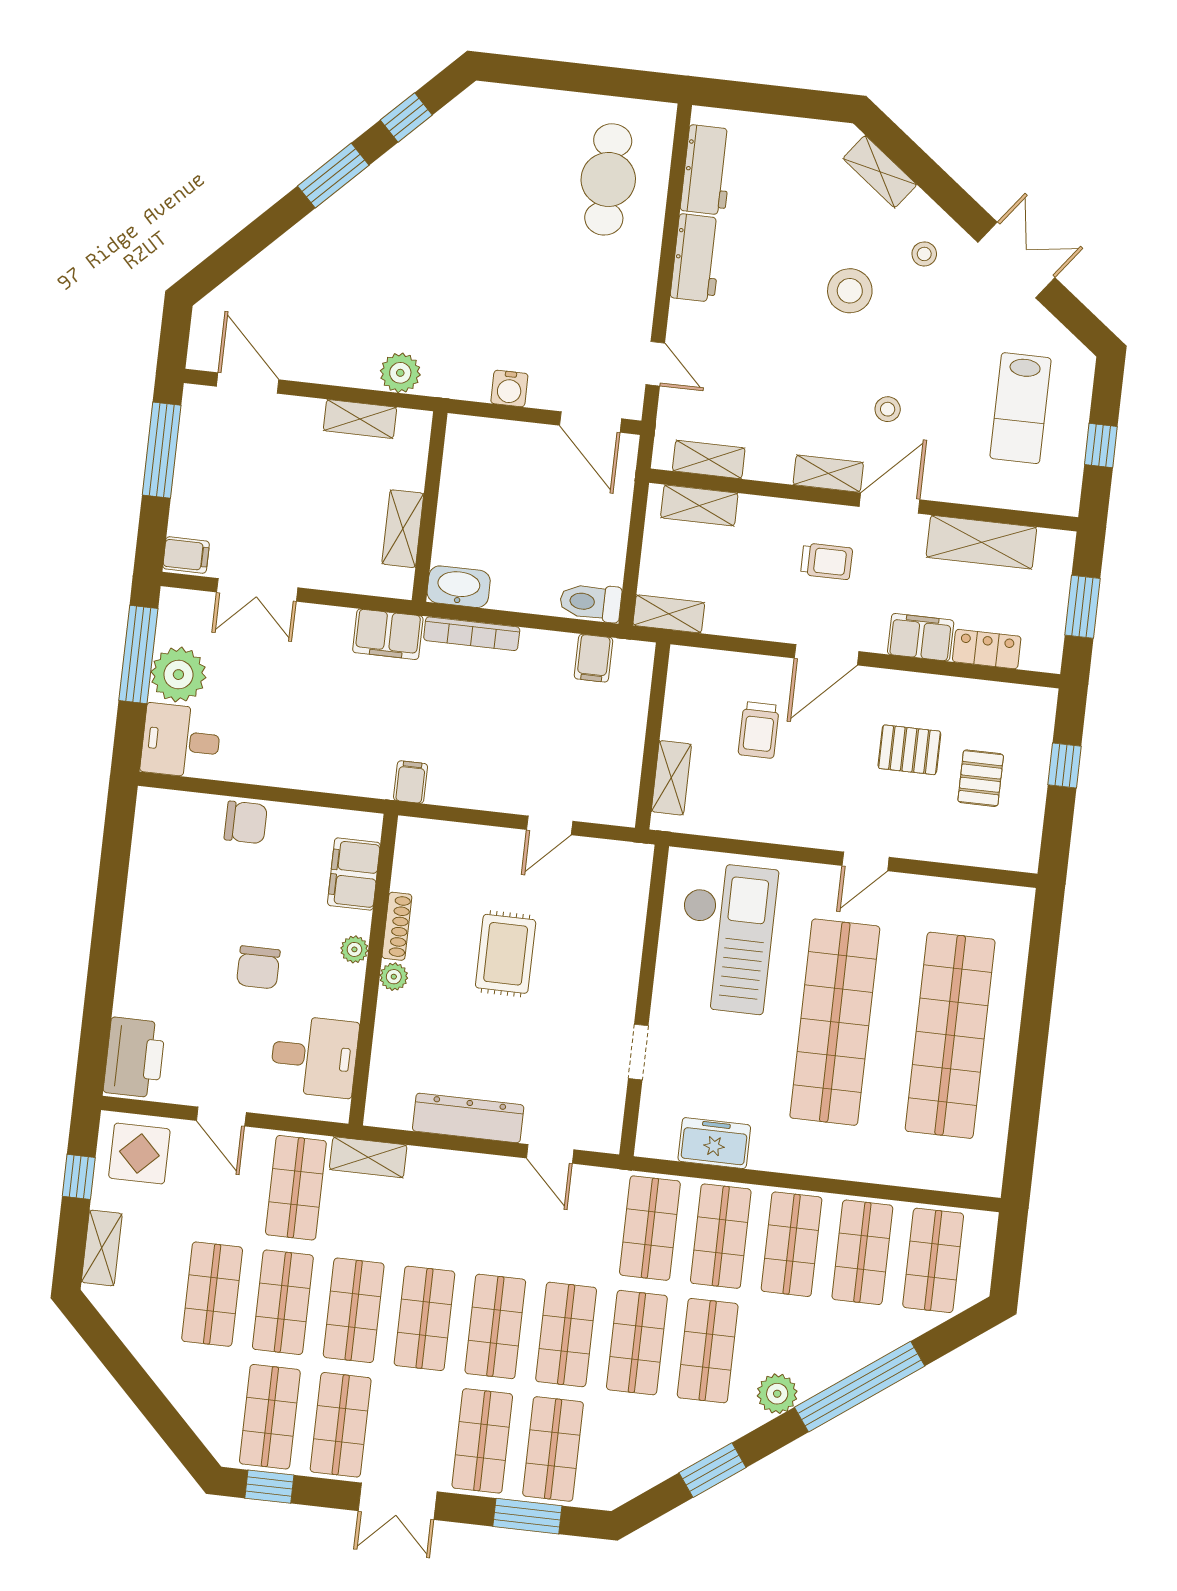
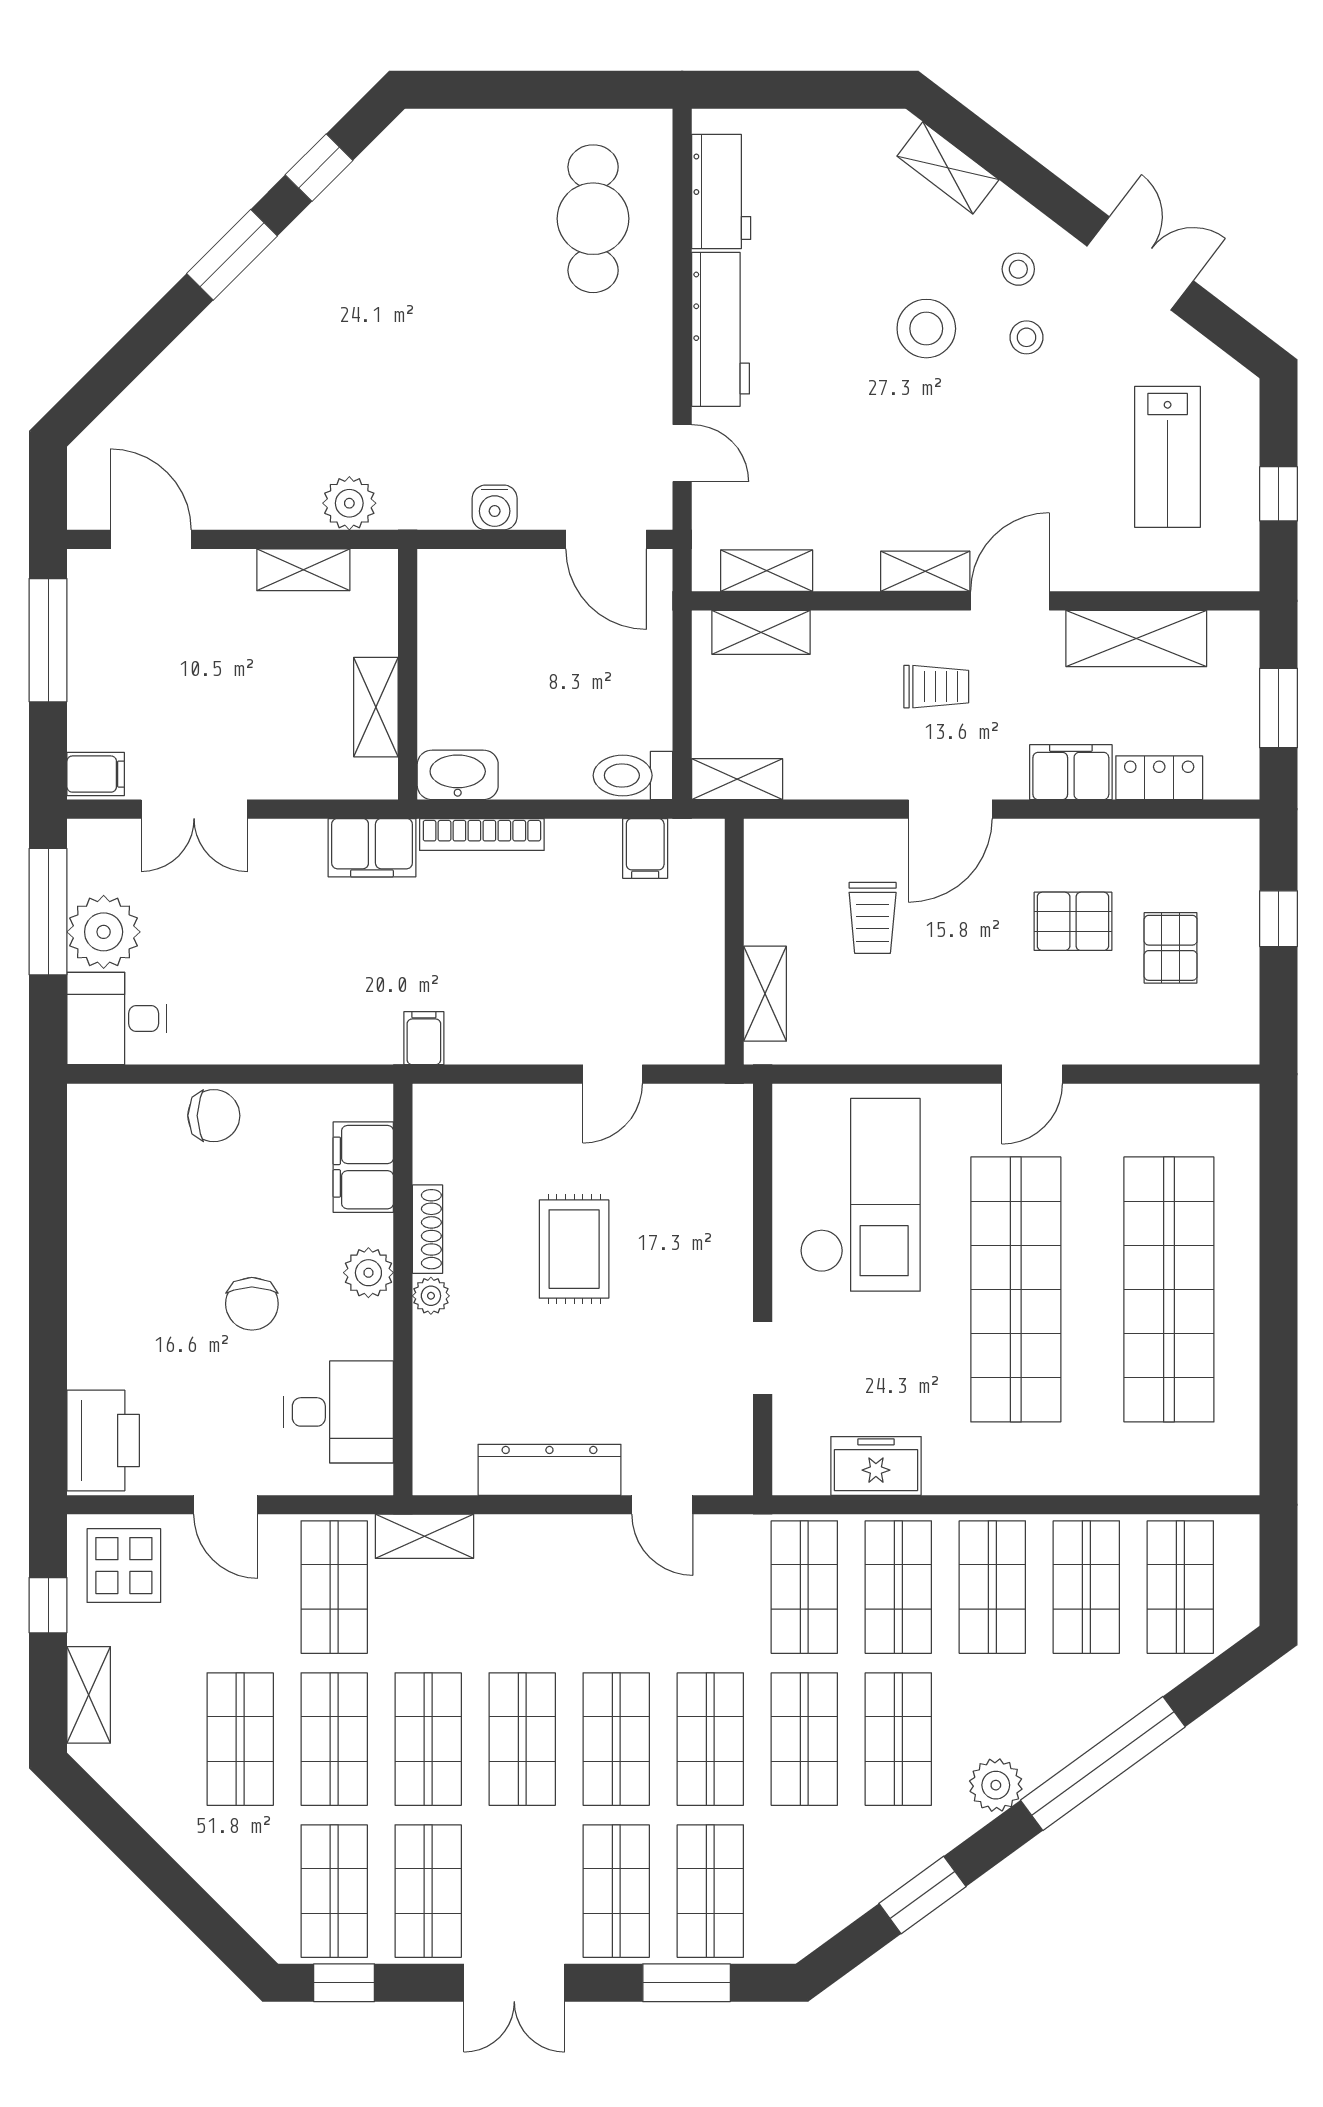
workbench: (697, 258) -> (721, 329), width x1.38
stool: (888, 409) -> (1026, 337), moved
plant: (354, 949) -> (368, 1273), width x1.38, depth x1.38

